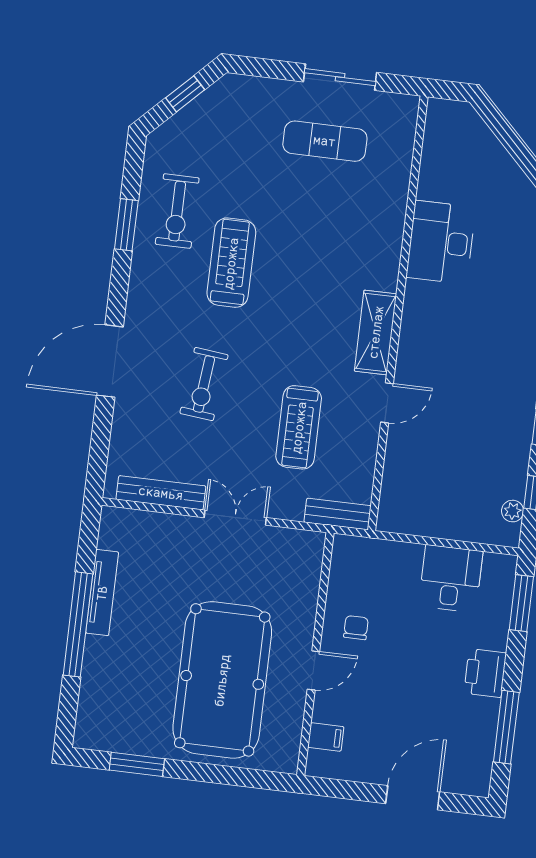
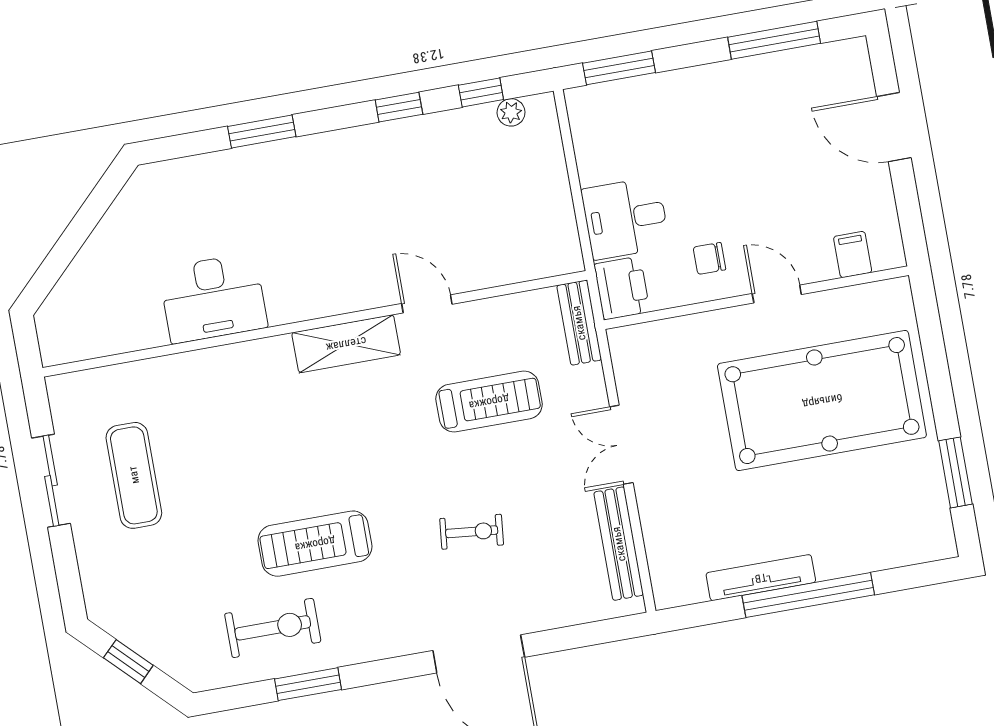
exercise bike: (204, 384) -> (472, 532), width x0.73, depth x0.72
desk: (451, 579) -> (625, 218), moved
printer: (485, 673) -> (622, 288), moved, turned -90

